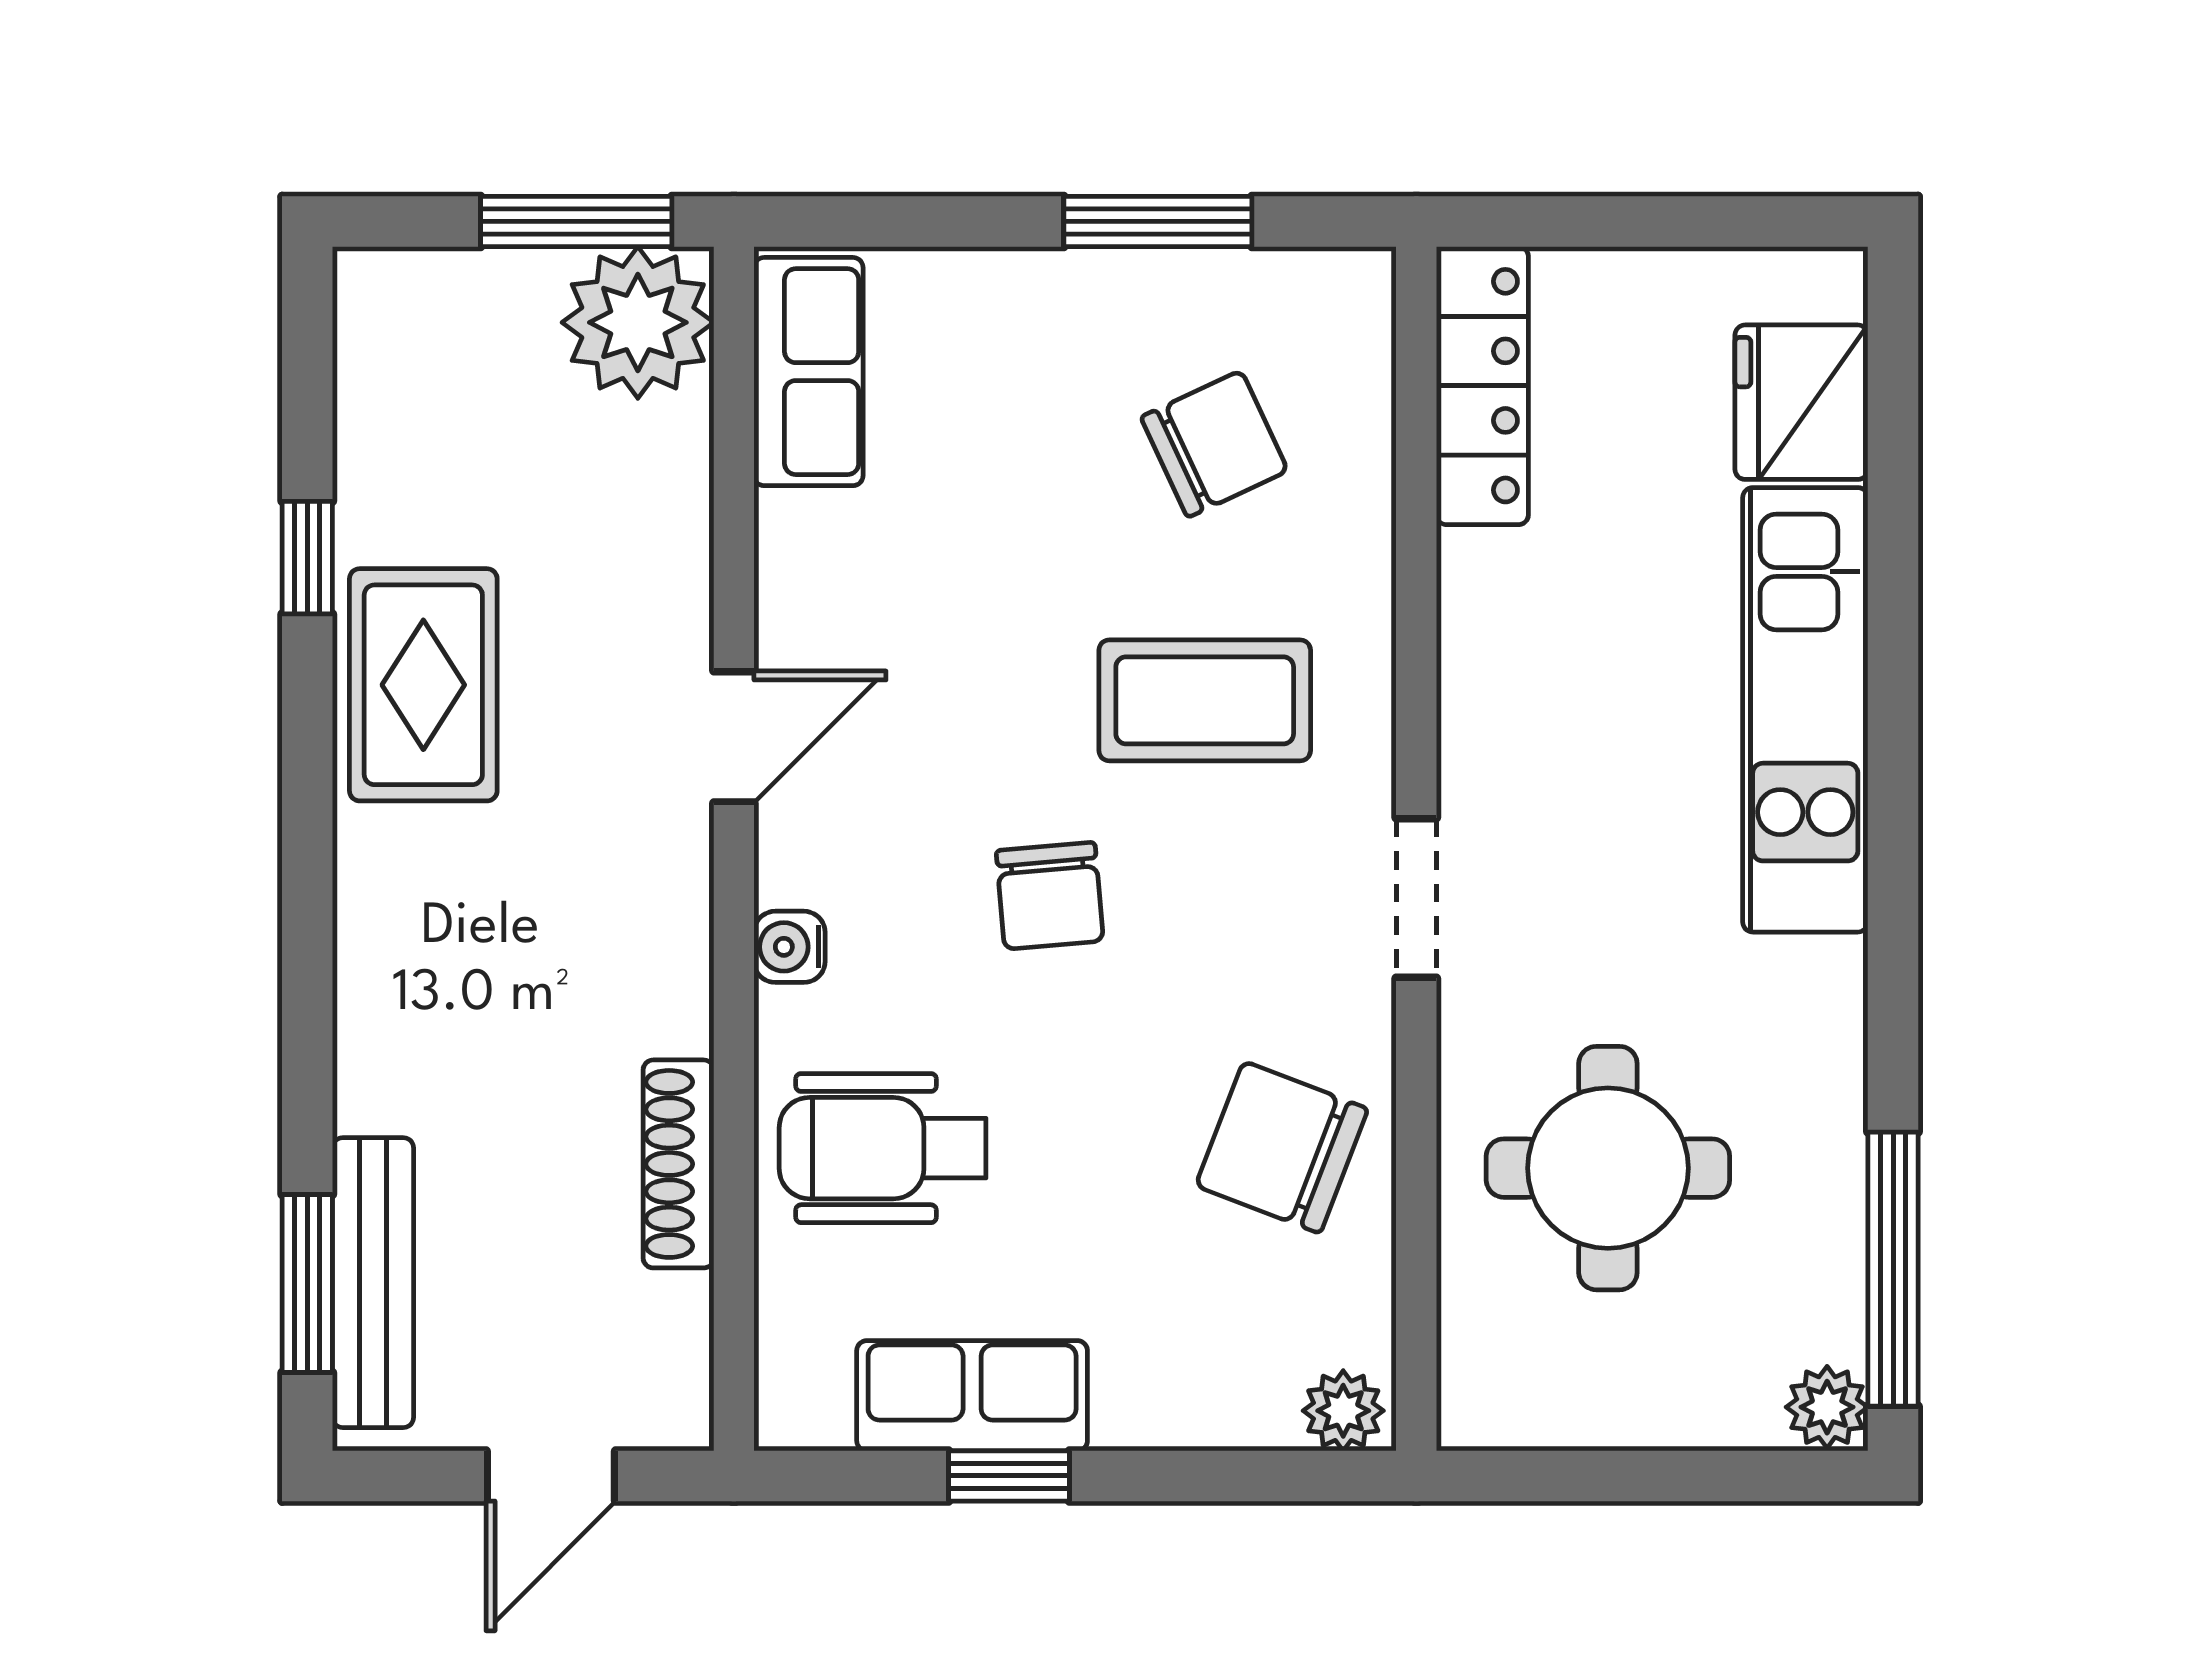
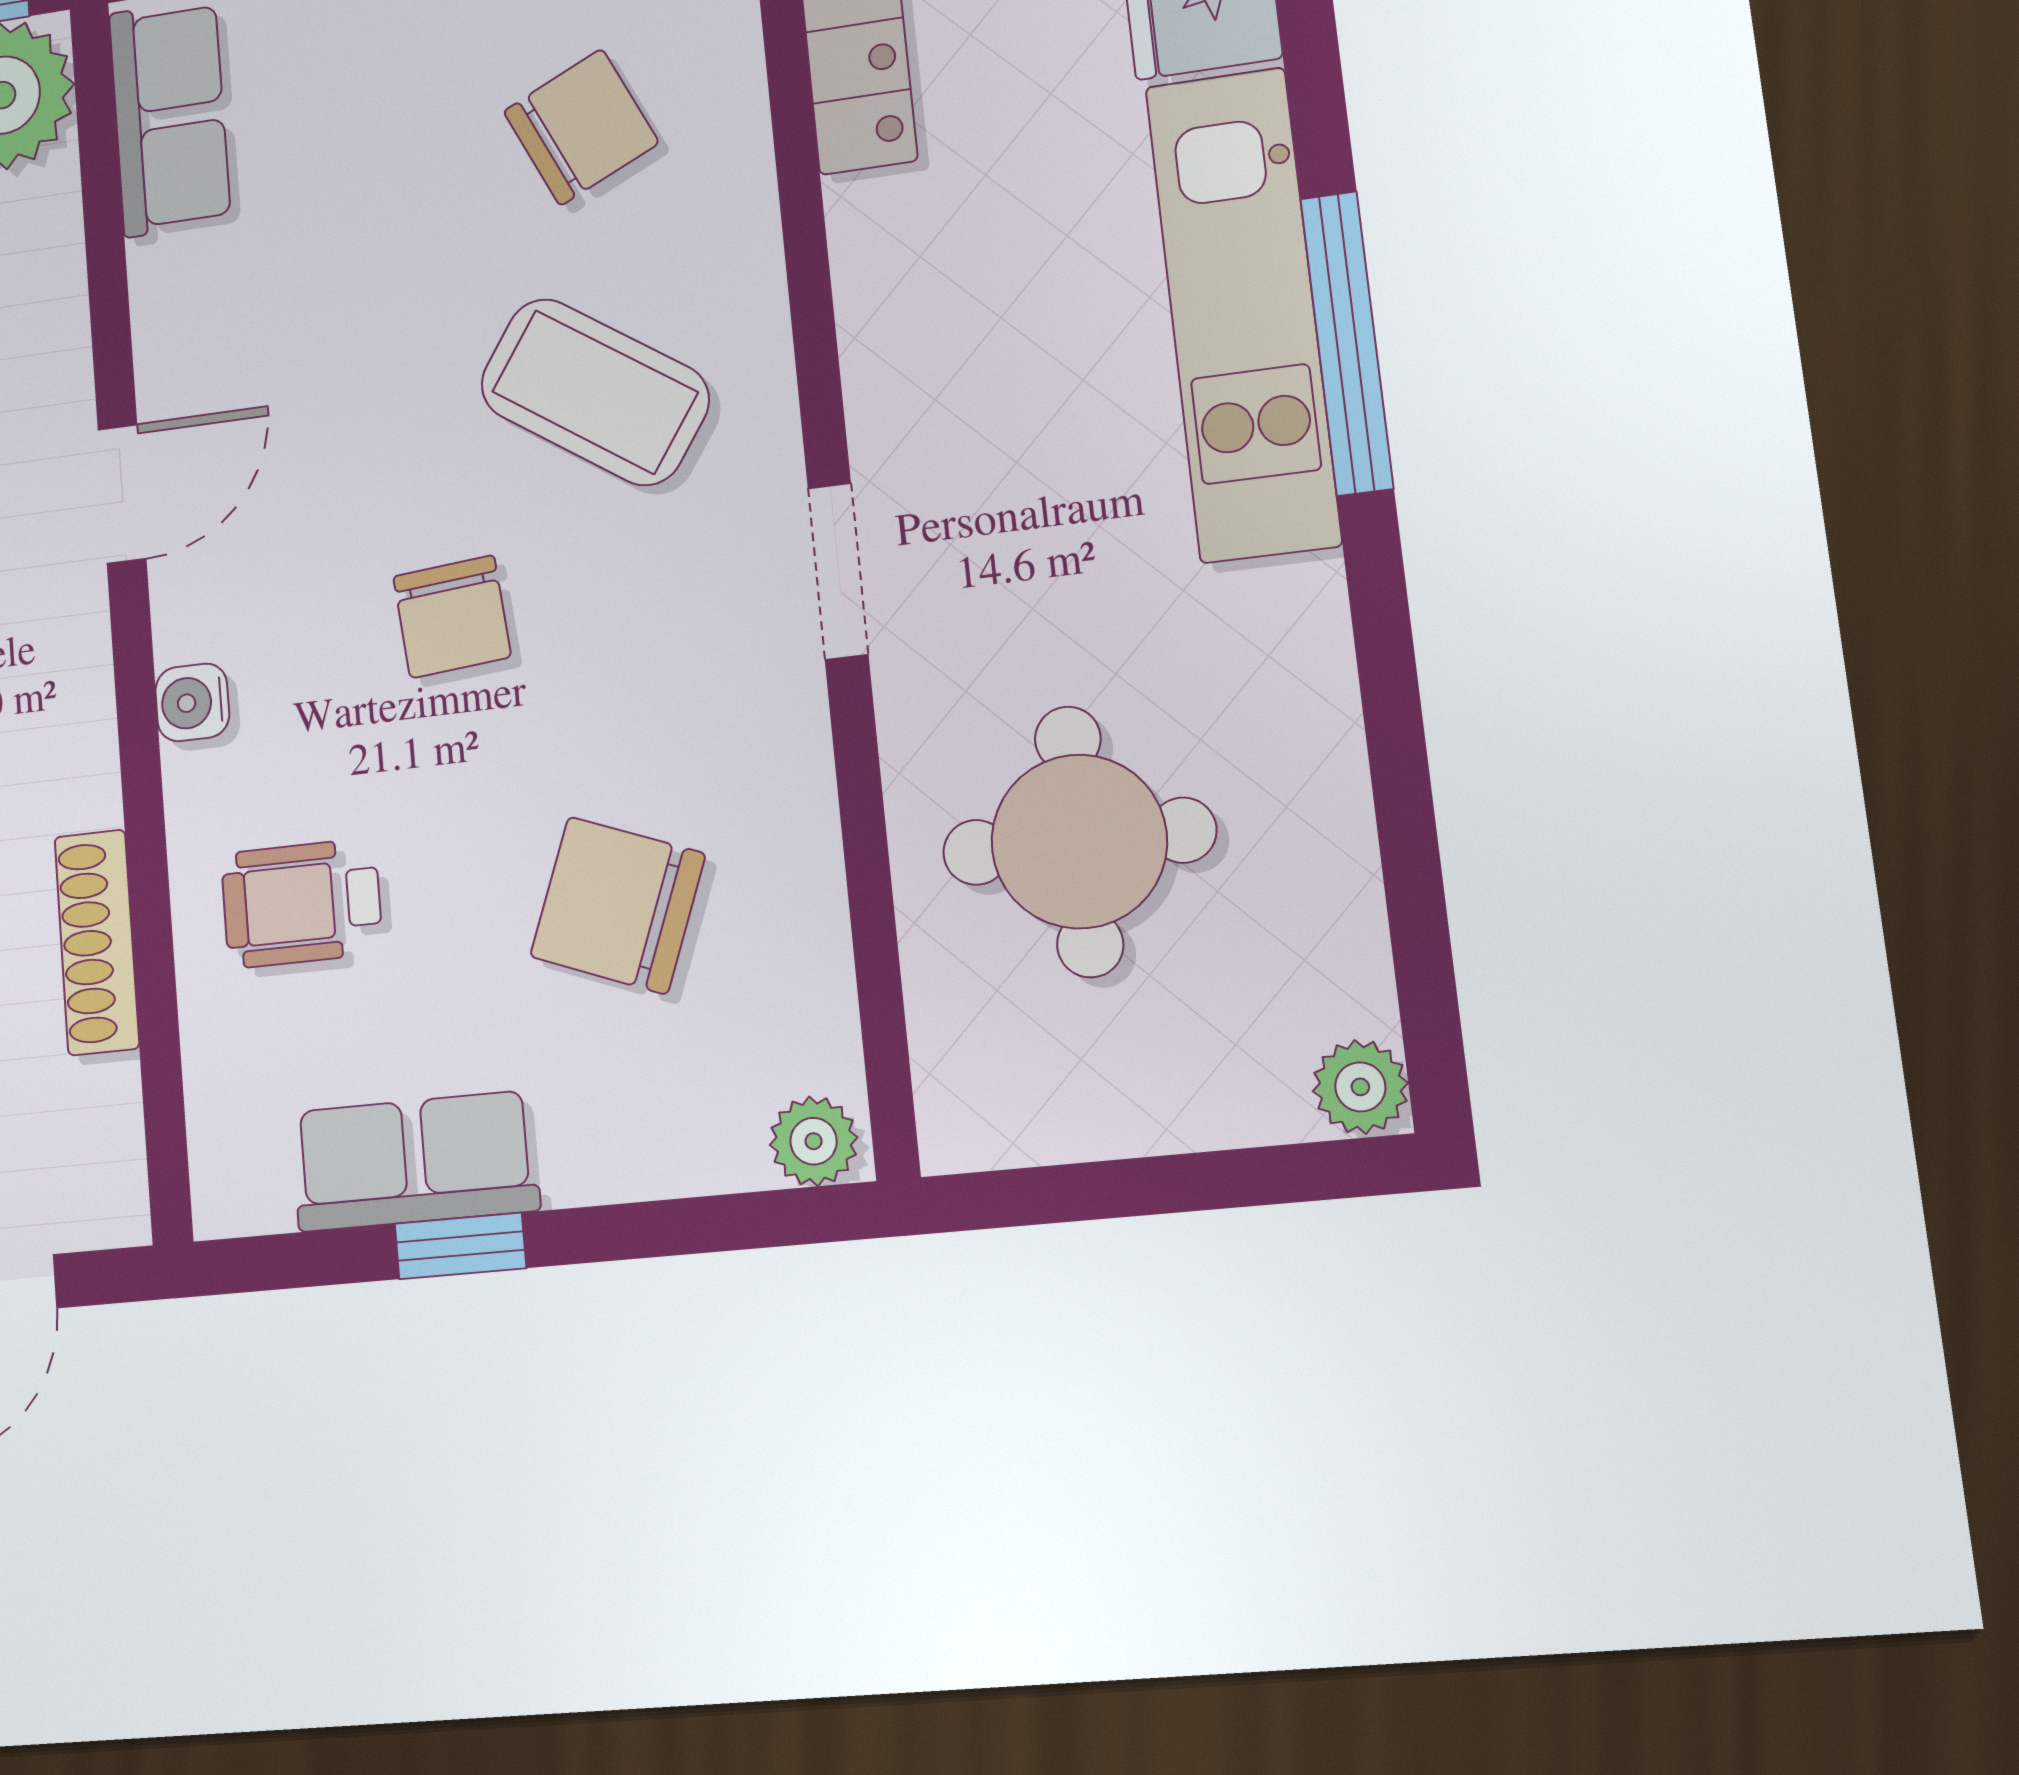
coffee table: (1205, 700) -> (595, 392), turned 34
chair: (1282, 1147) -> (618, 905), moved
wheelchair: (883, 1148) -> (302, 903), width x0.73, depth x0.73
window: (1893, 1269) -> (1347, 343), moved

